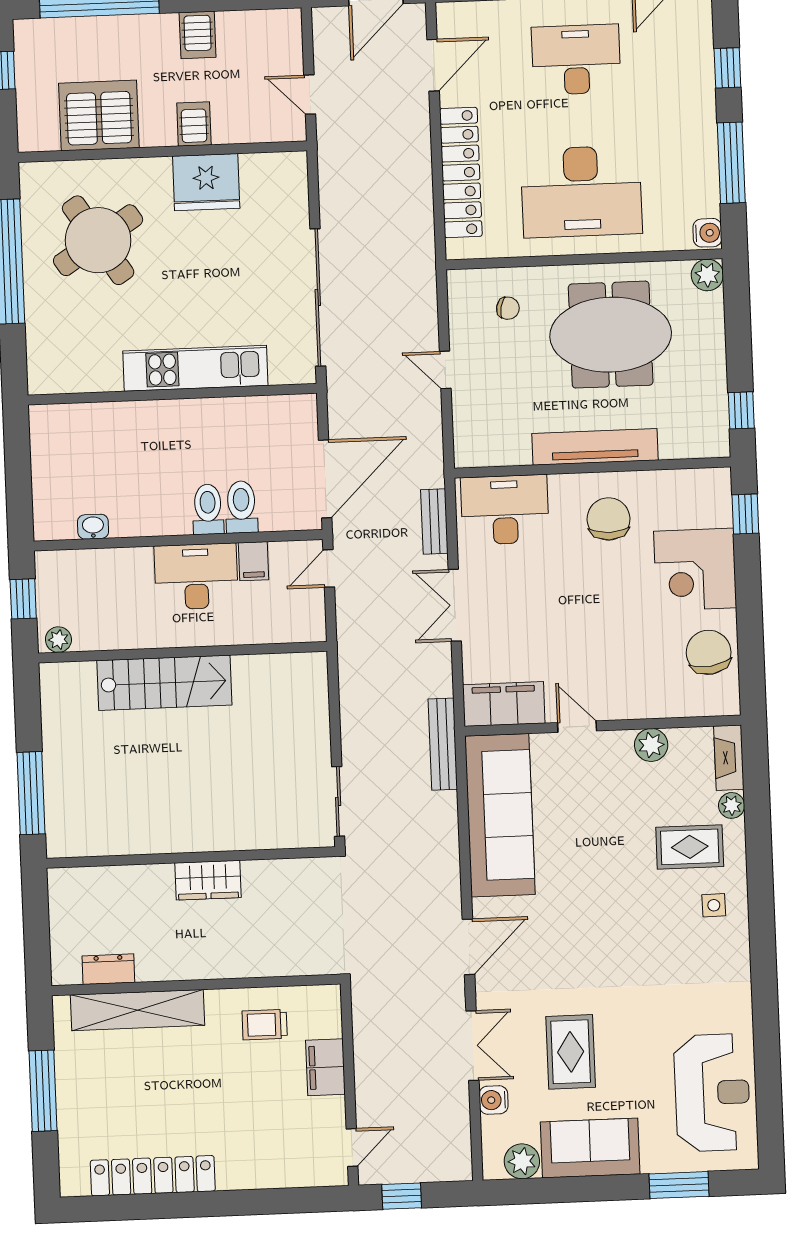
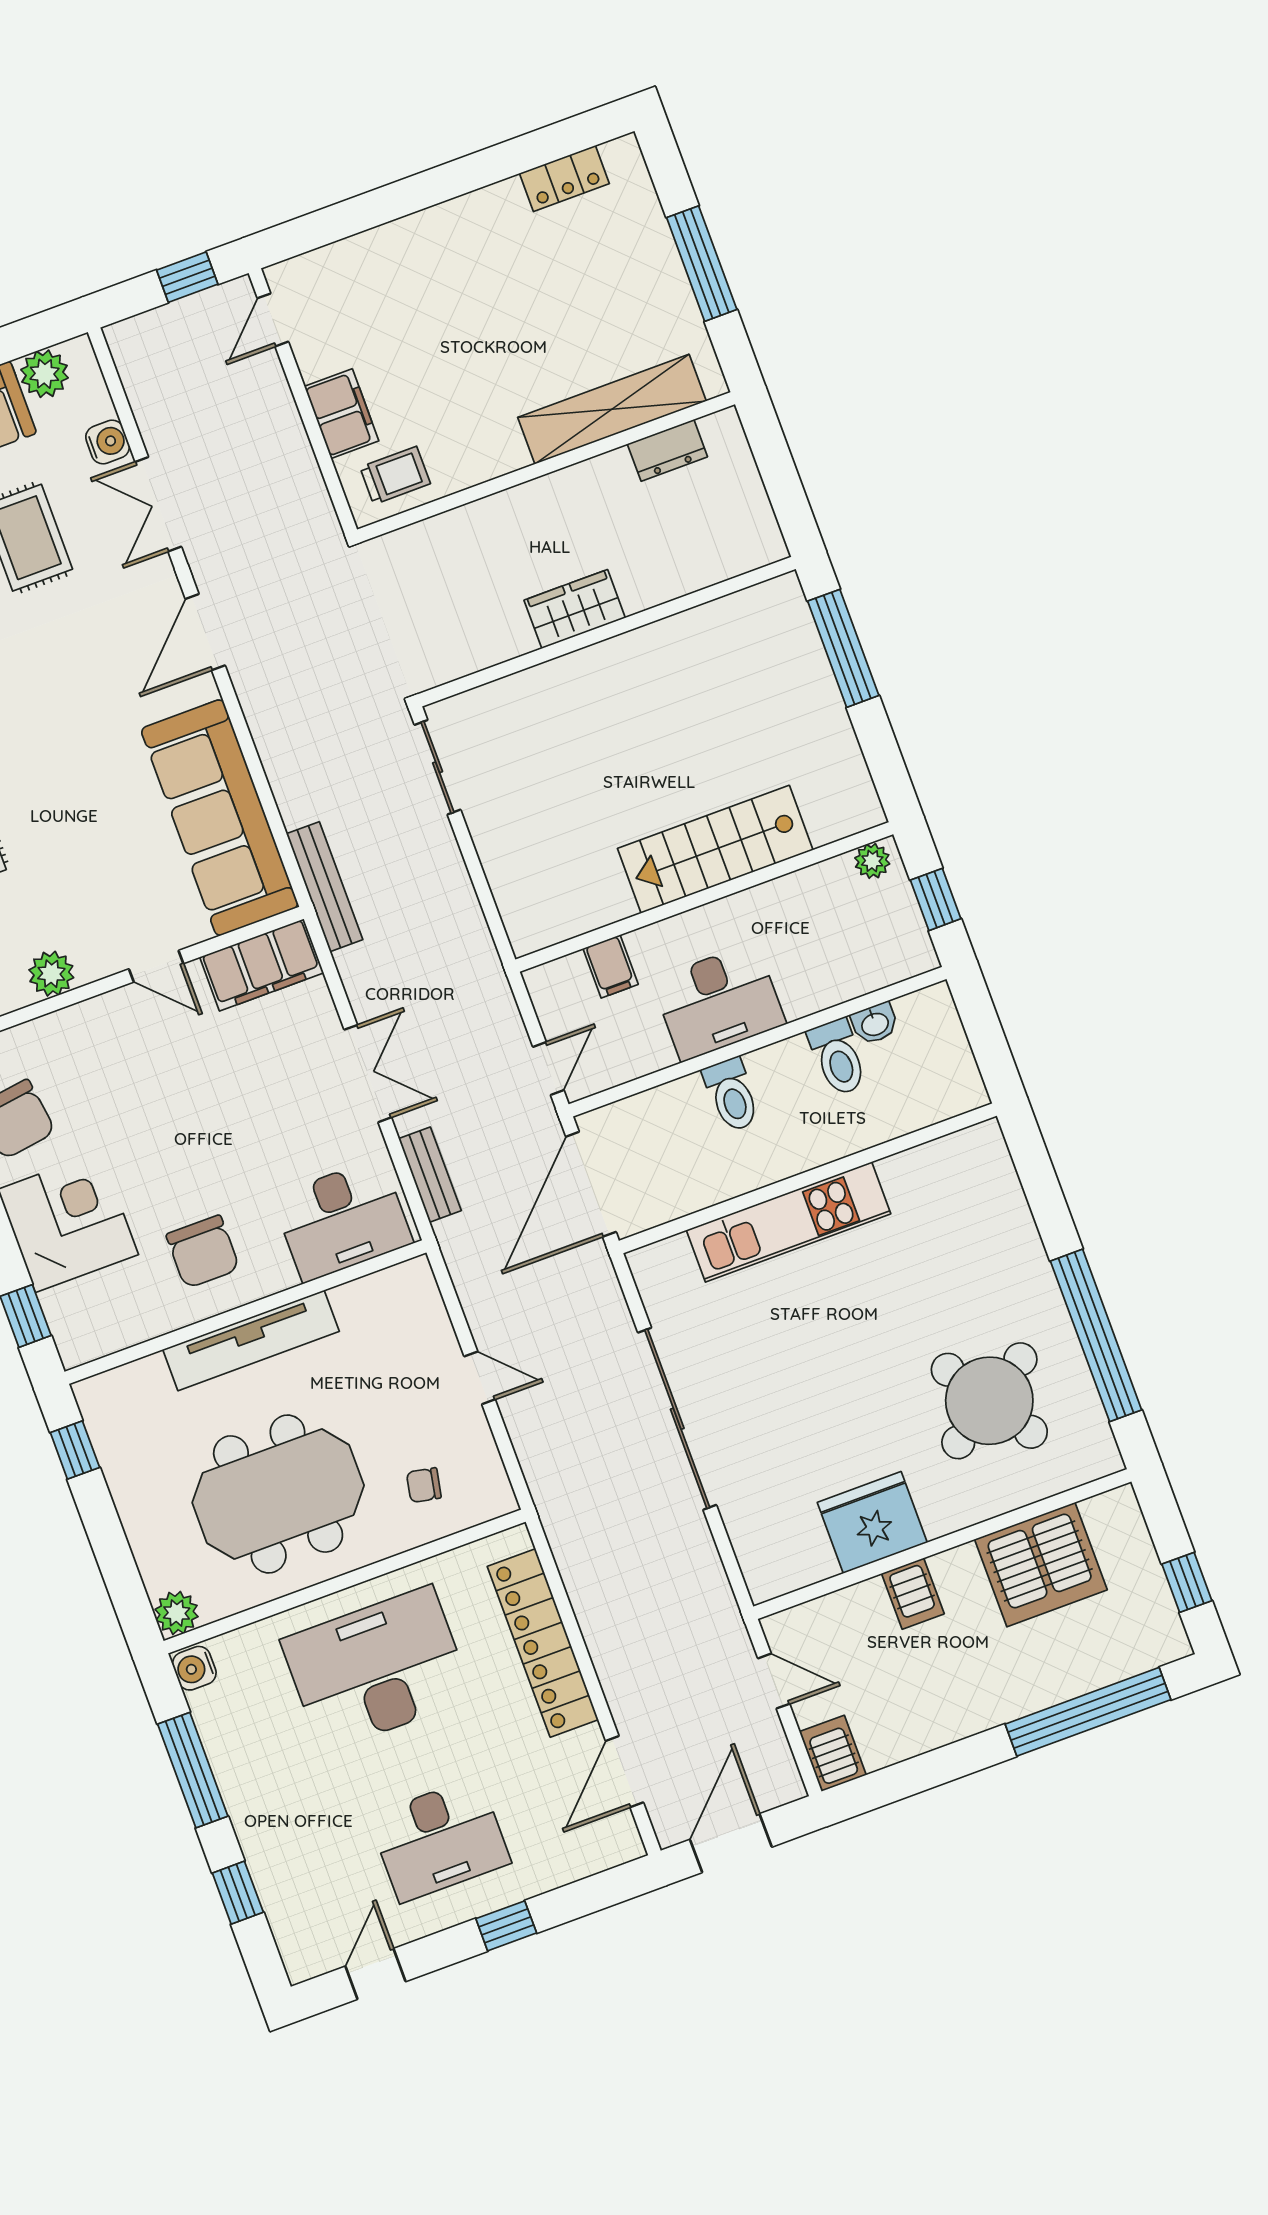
server rack: (198, 35) -> (833, 1753), moved
kitchen unit: (195, 368) -> (788, 1222), moved
wall: (172, 394) -> (808, 1178), moved
toilet: (241, 507) -> (838, 1057), moved
filing cabinet: (253, 561) -> (611, 966), moved, turned 180
trolley: (265, 1025) -> (395, 475), moved
locker: (153, 1176) -> (564, 178), width x0.46, depth x0.83

